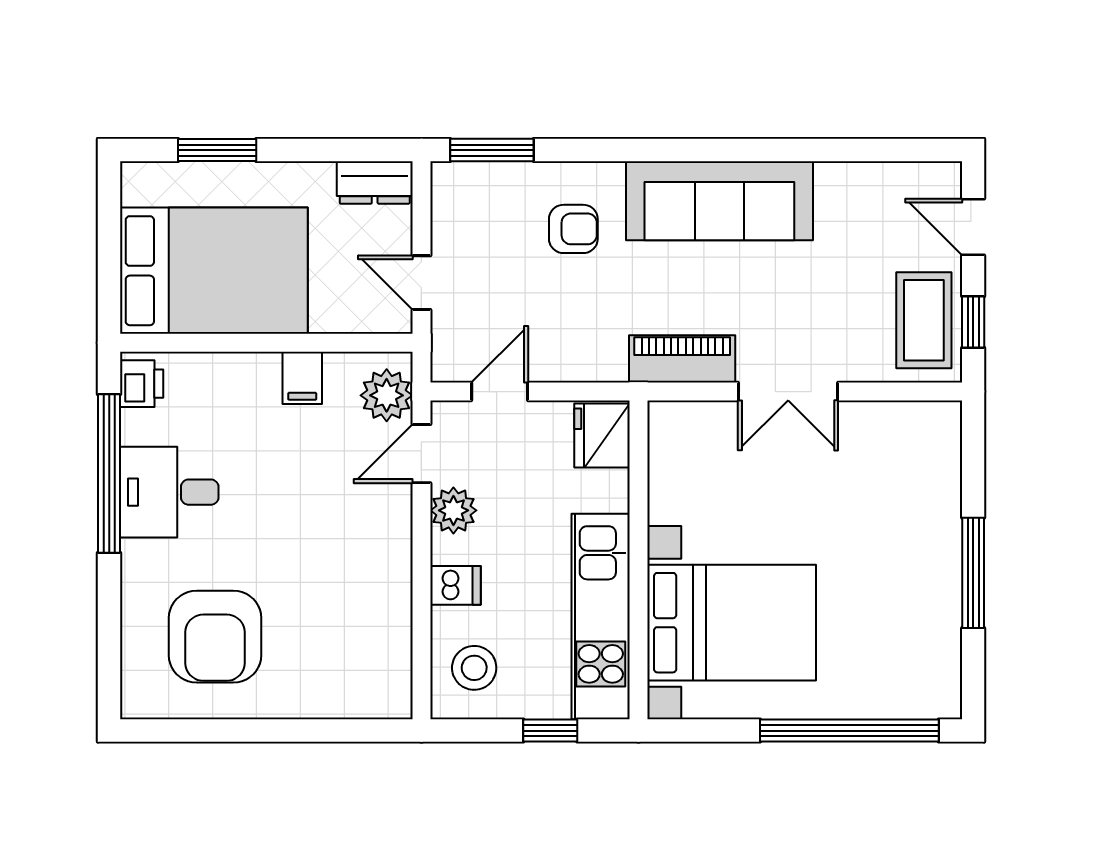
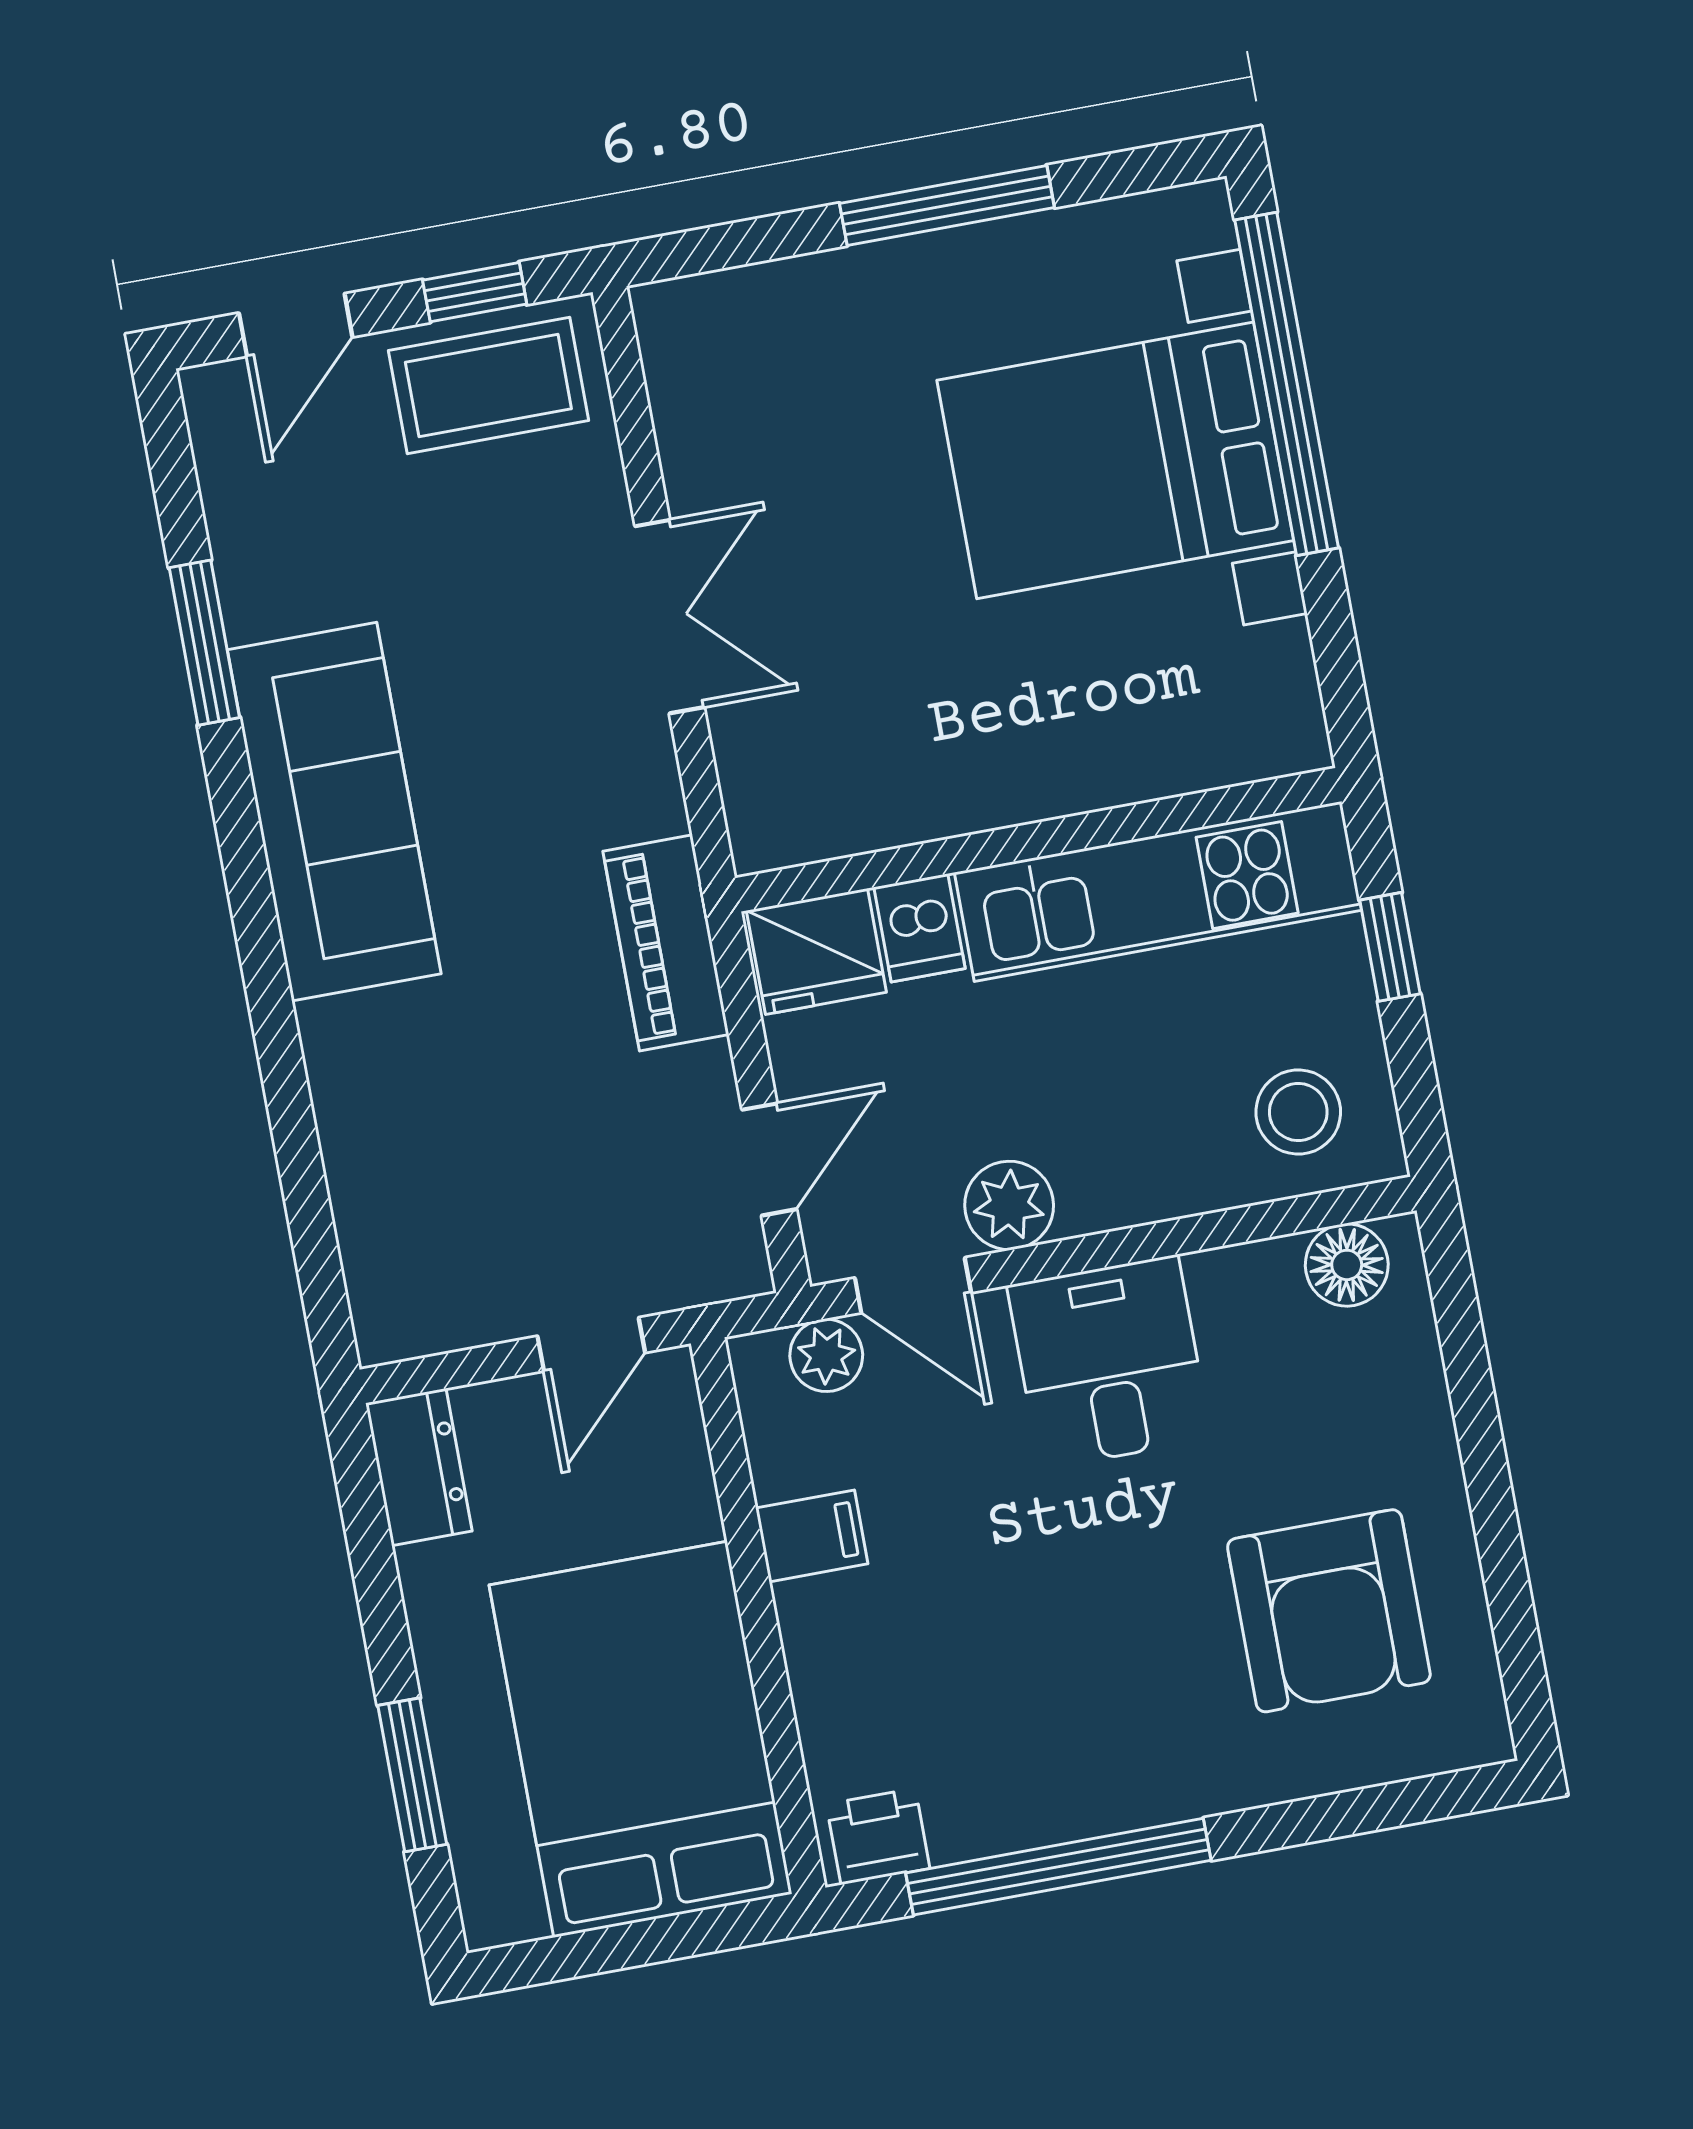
window: (492, 150) -> (204, 643), moved
armchair: (573, 229) -> (438, 1077), removed
piano: (682, 359) -> (666, 943), moved
door: (500, 392) -> (769, 1159), swing flipped
plant: (387, 395) -> (826, 1355), width x0.73, depth x0.73
desk: (169, 492) -> (1109, 1362), moved, turned 180
dishwasher: (456, 585) -> (920, 928), moved, turned 180
bed with nightstands: (732, 623) -> (1115, 460), moved, turned -90
armchair: (215, 637) -> (1329, 1611), turned 90
floor lamp: (391, 678) -> (1347, 1265), added

